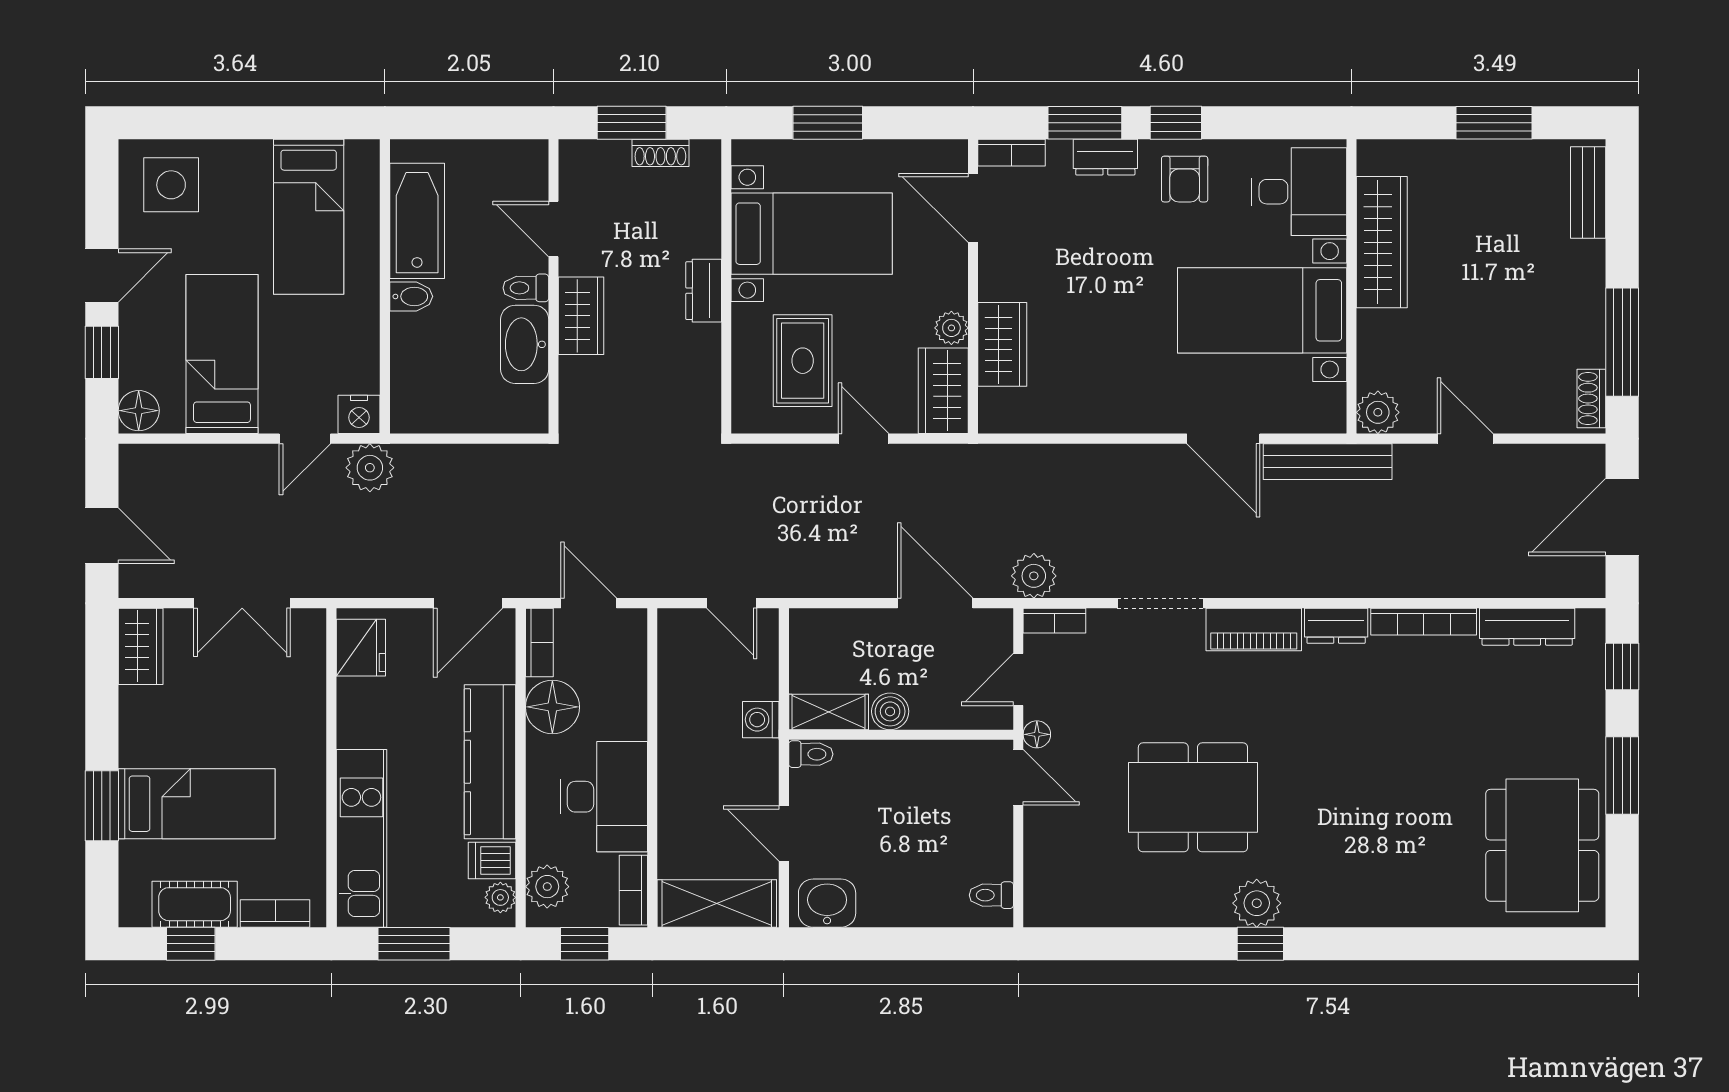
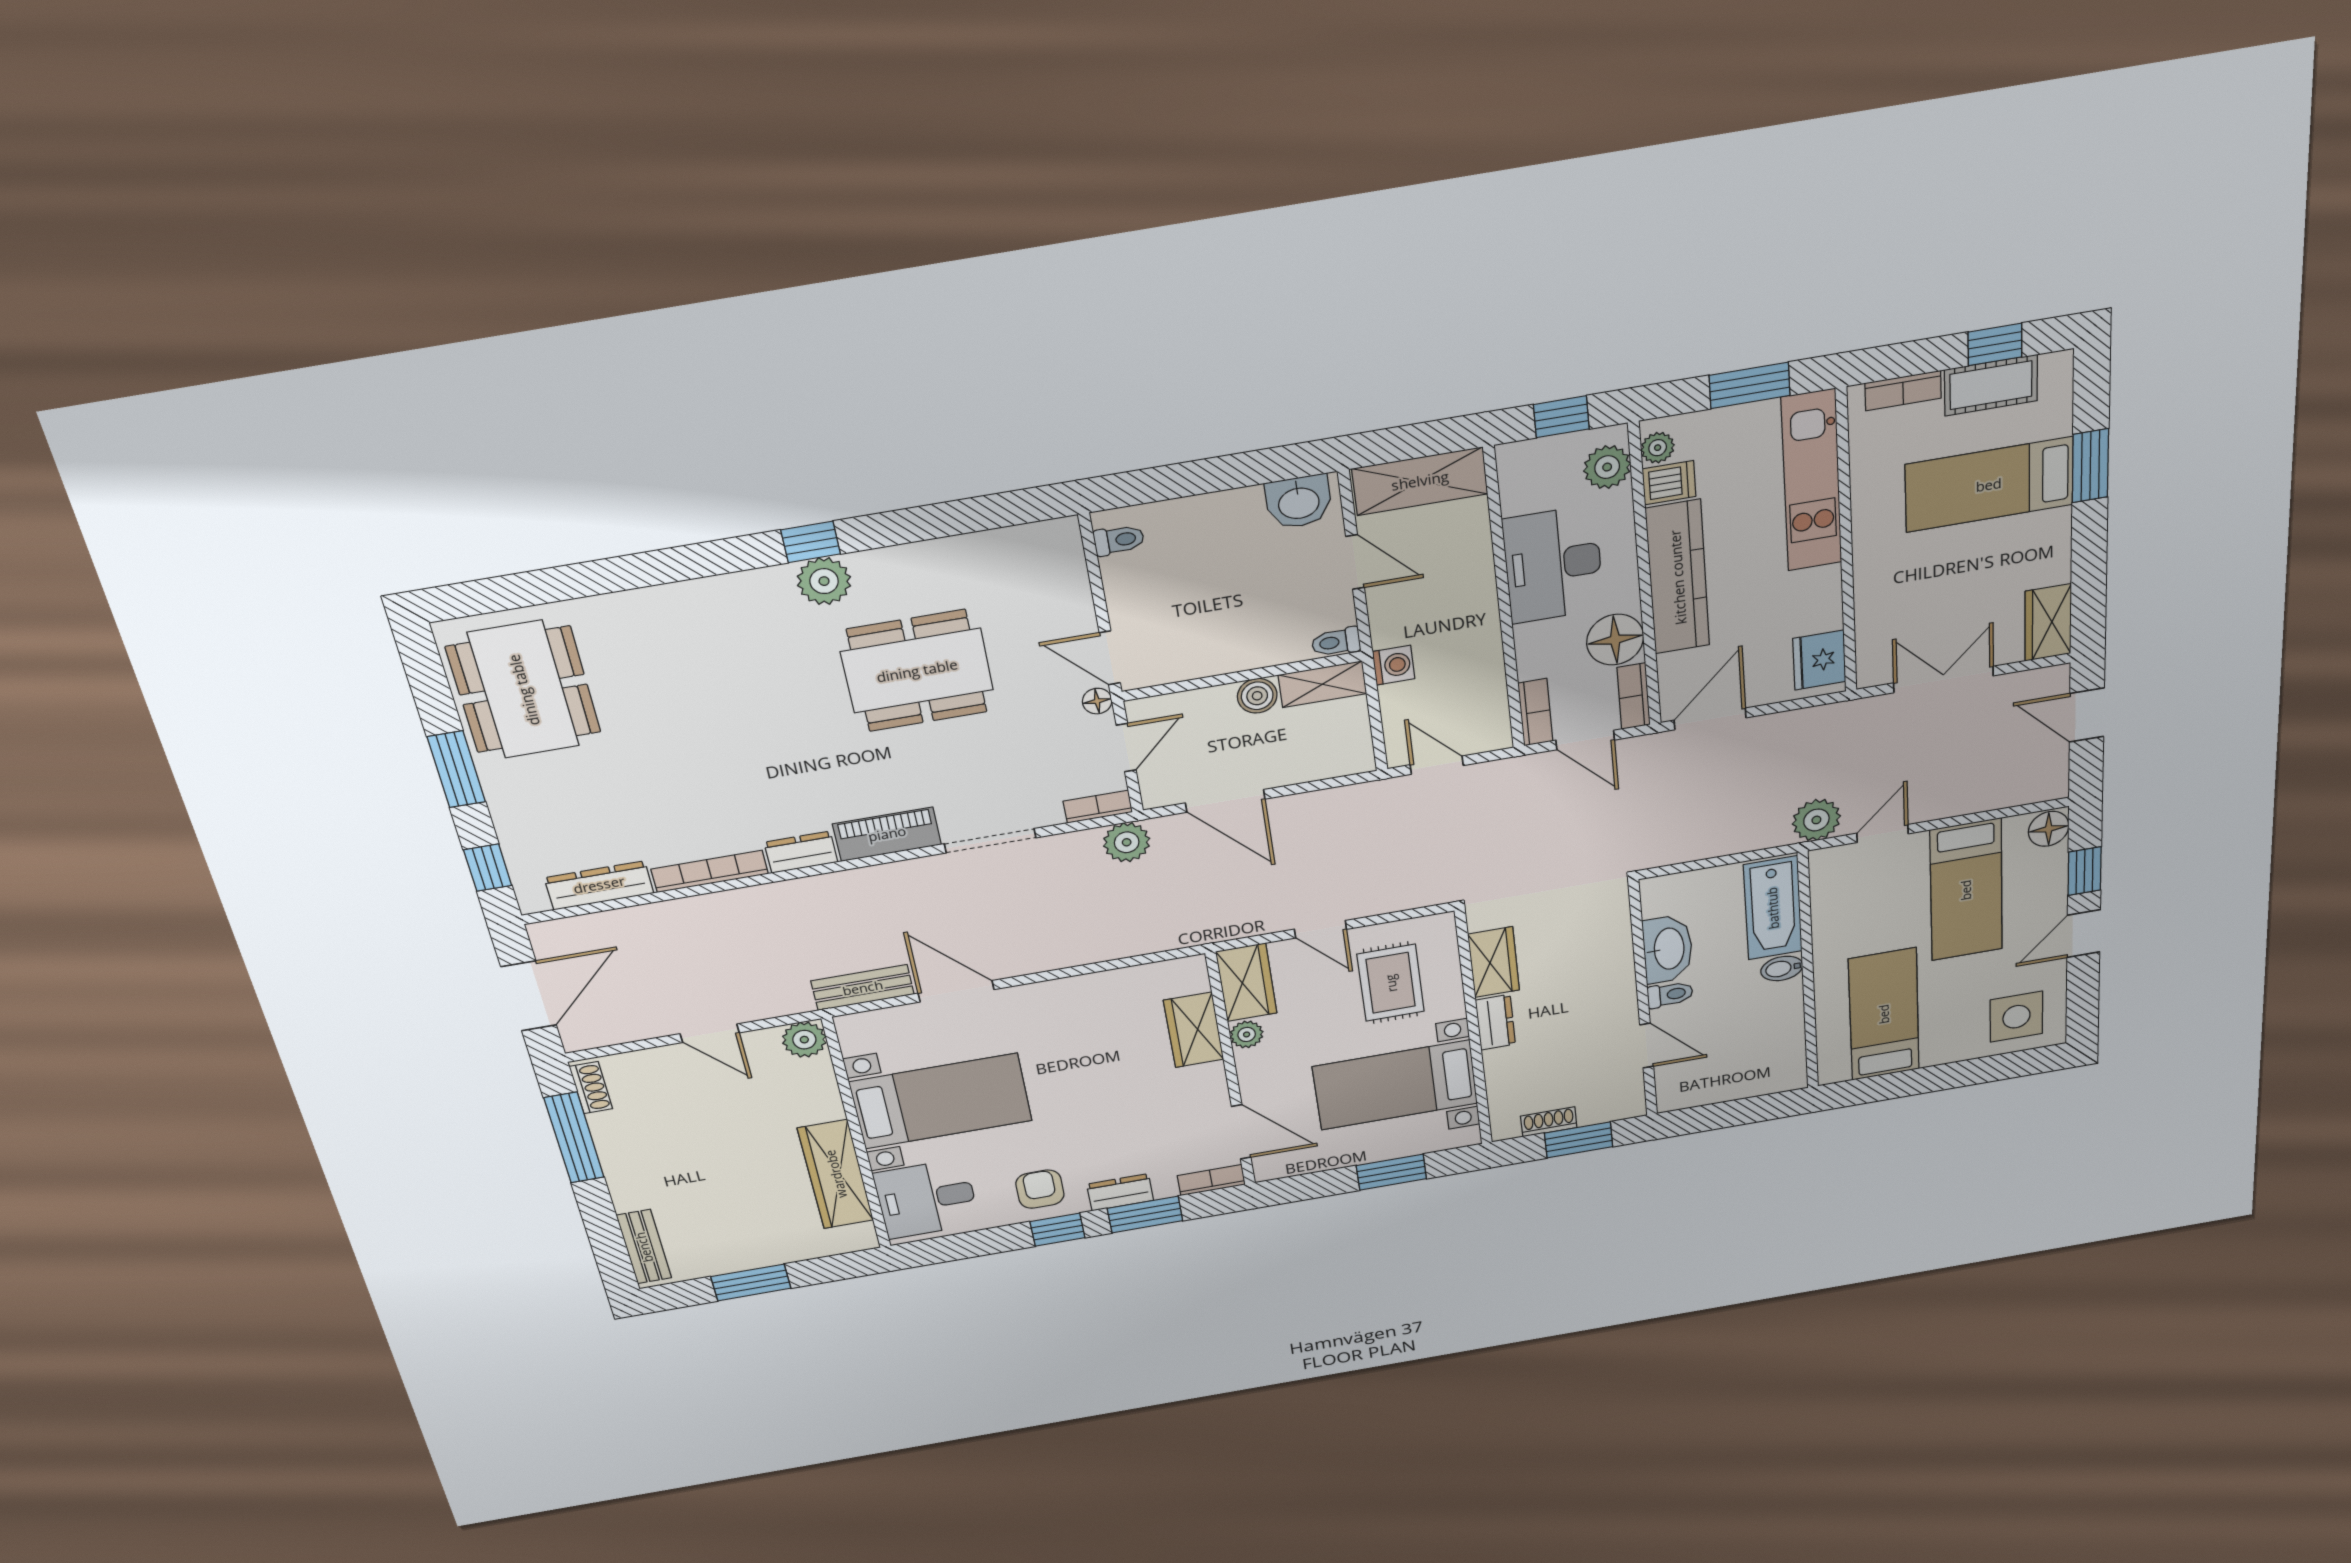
bathtub: (417, 221) -> (1773, 908), moved
wardrobe: (581, 316) -> (1494, 962), moved, turned 180
nightstand: (359, 414) -> (1829, 863), removed
bench: (1328, 462) -> (863, 988), width x0.73
bookcase: (633, 890) -> (1535, 712), moved

